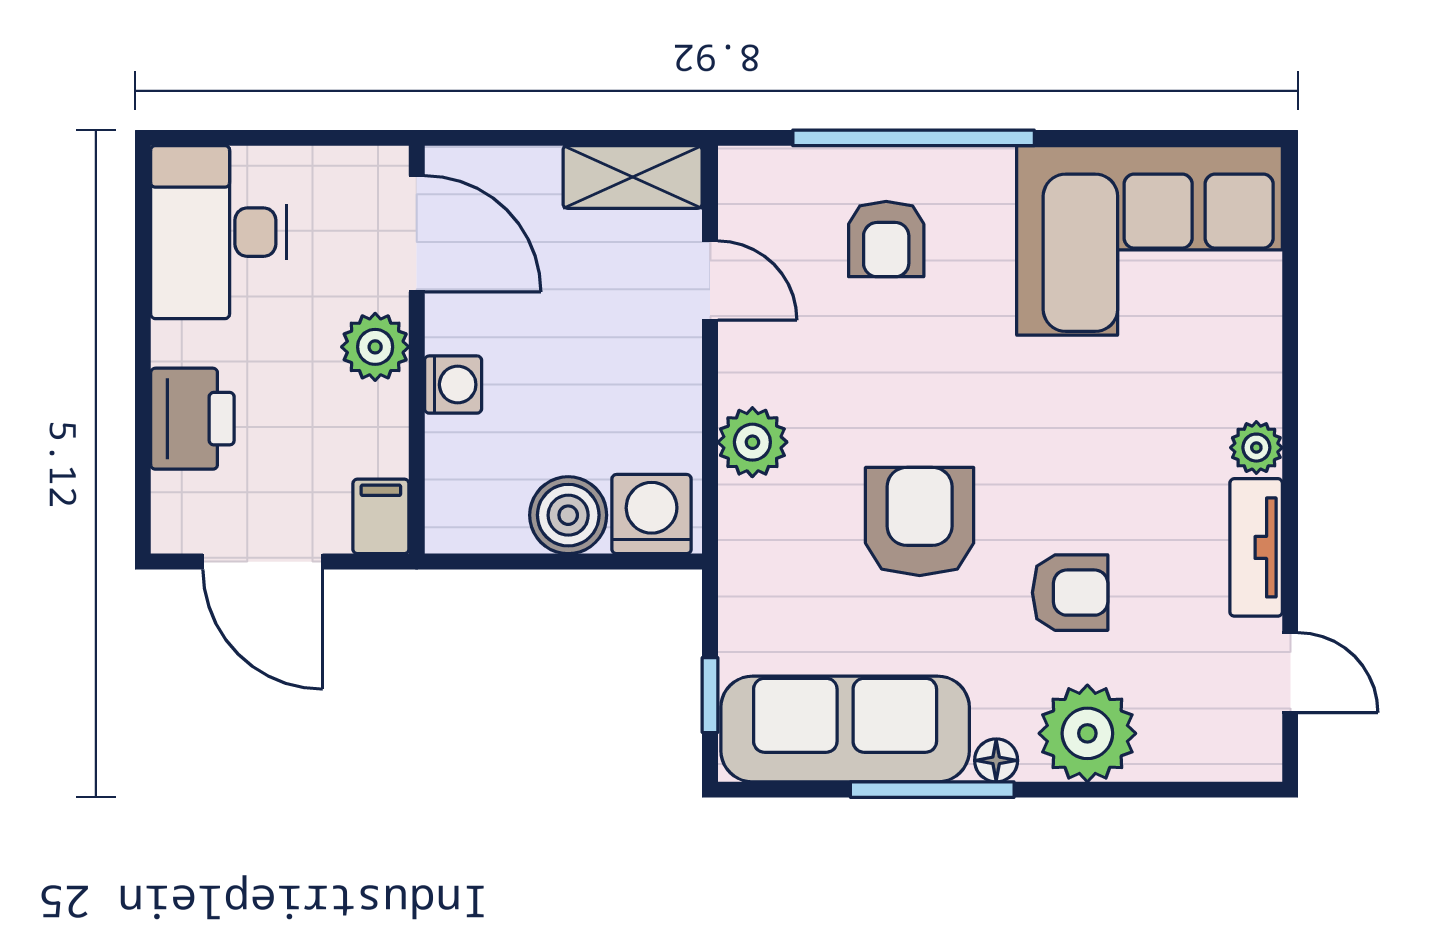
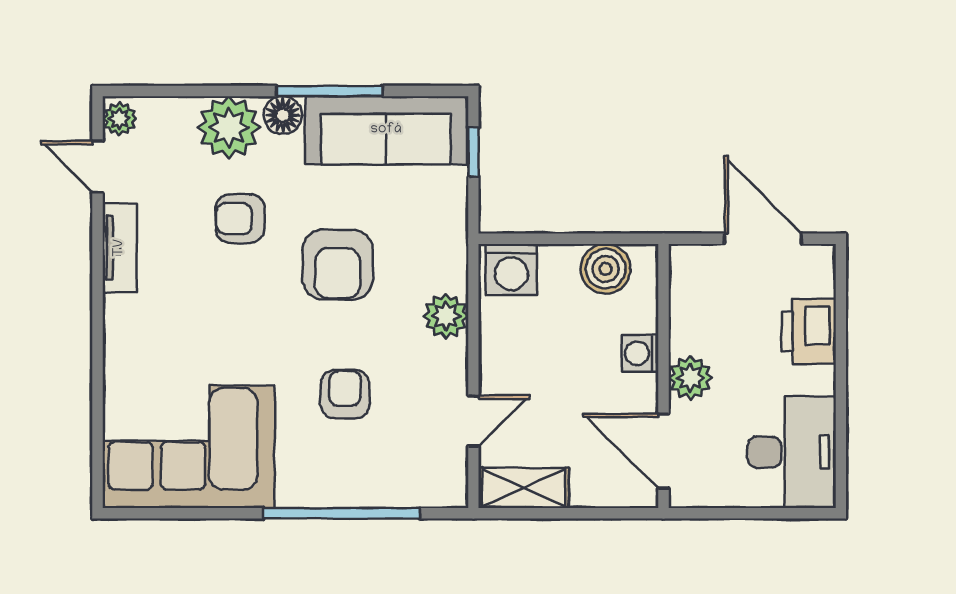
armchair: (886, 239) -> (345, 394), moved
door: (710, 280) -> (473, 421), swing flipped
plant: (1256, 448) -> (119, 119), moved
boiler: (568, 515) -> (606, 269), moved
filing cabinet: (381, 516) -> (687, 268), removed
floor lamp: (996, 760) -> (283, 115), width x1.37, depth x1.37

